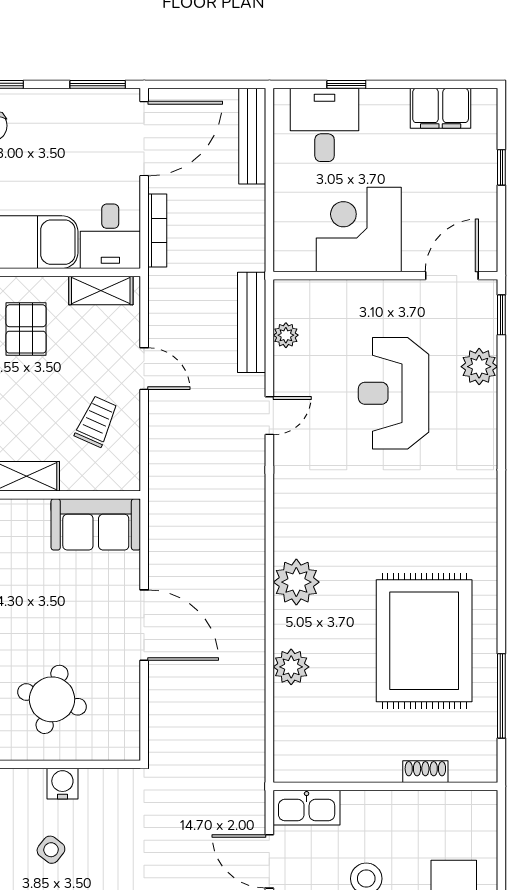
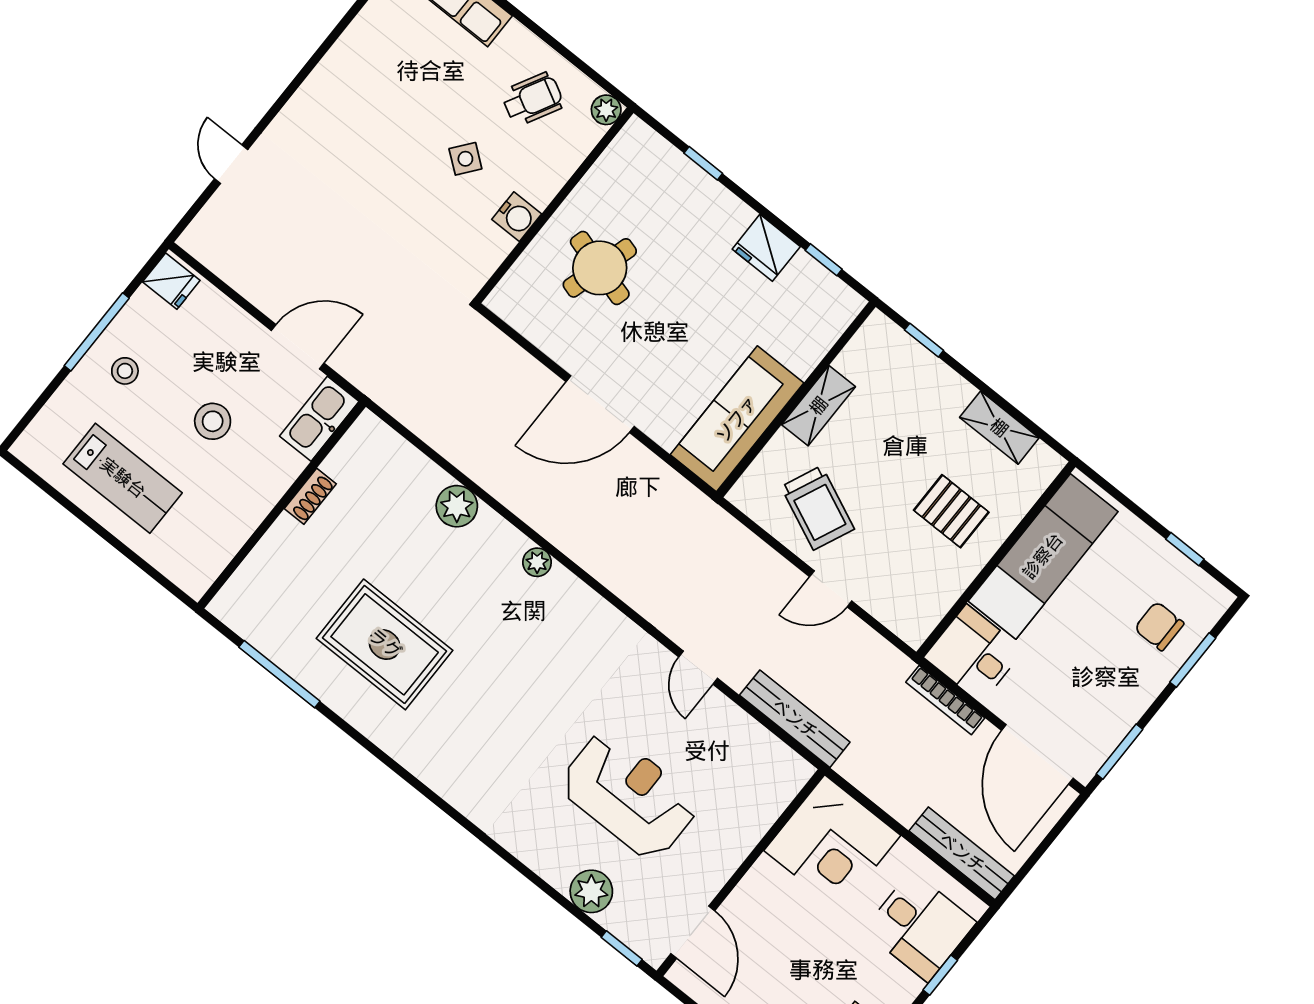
corner desk: (359, 229) -> (832, 843), moved, turned 90
shelving: (101, 291) -> (932, 606), removed
plant: (286, 335) -> (759, 740), removed
trolley: (96, 421) -> (818, 508), width x1.36, depth x1.39
sofa: (96, 524) -> (737, 419), width x1.36
plant: (296, 582) -> (537, 562), width x0.53, depth x0.53
rug: (424, 641) -> (385, 644), width x0.73, depth x0.69
shoe rack: (425, 772) -> (310, 496), moved

